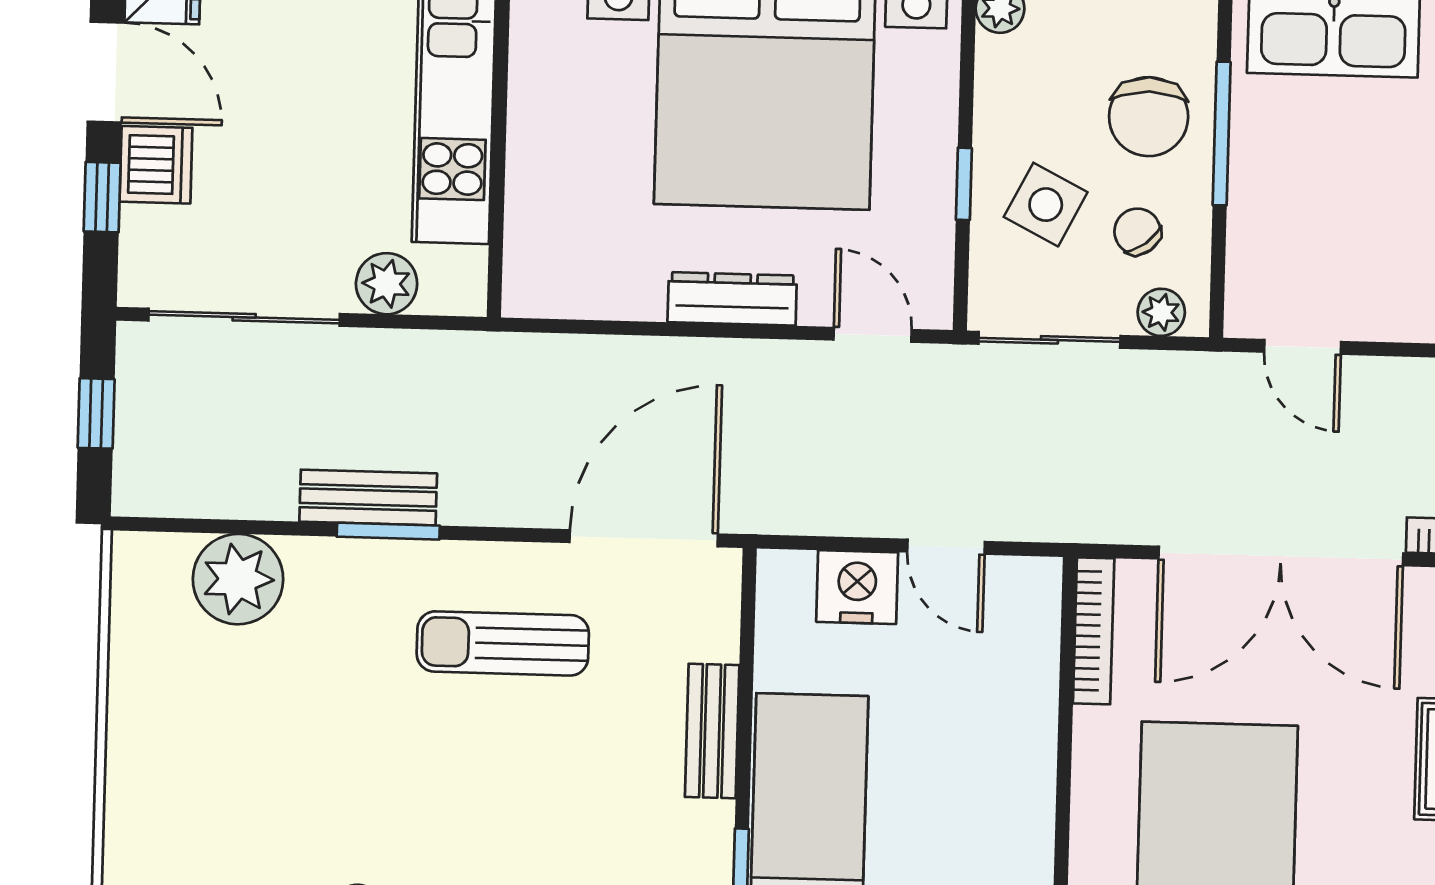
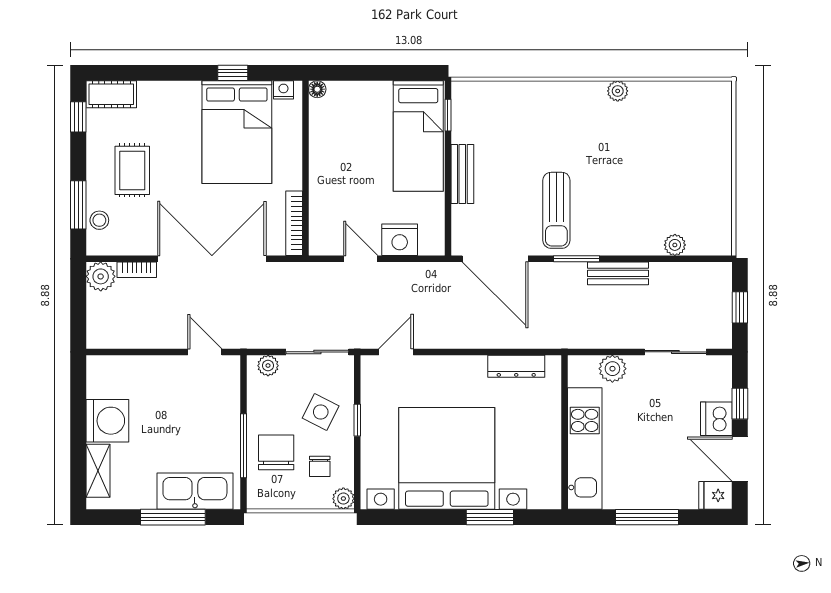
chair: (1137, 232) -> (320, 466), moved, turned 37
dresser: (732, 299) -> (516, 366), moved
sliding door: (244, 317) -> (675, 352), width x0.73
door: (873, 335) -> (396, 352), swing flipped
window: (388, 531) -> (577, 259), moved
door: (644, 538) -> (495, 259), hinge flipped
plant: (238, 579) -> (675, 245), width x0.53, depth x0.53
sun lounger: (503, 643) -> (556, 210), turned 90

